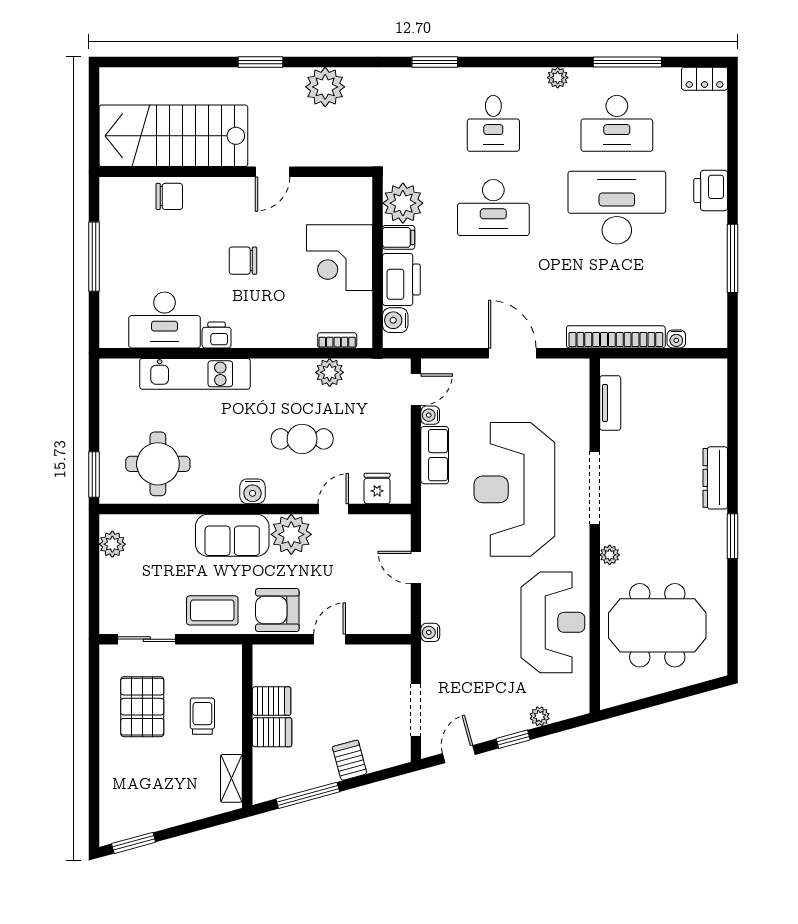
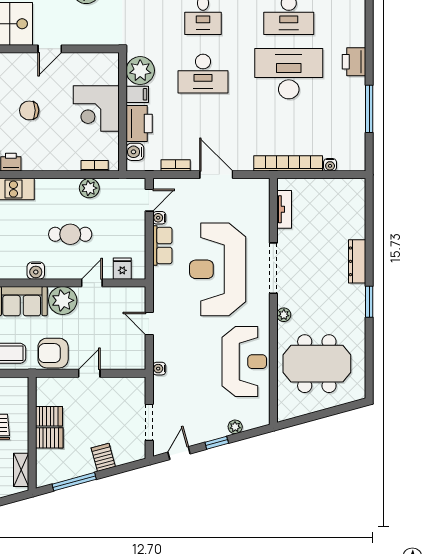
bookcase: (454, 340) -> (176, 165), added

